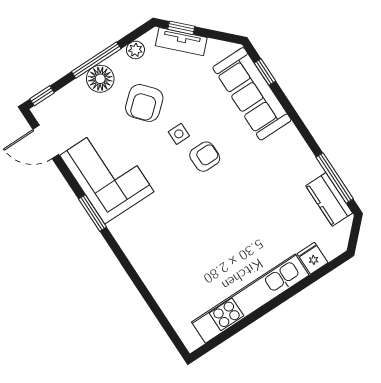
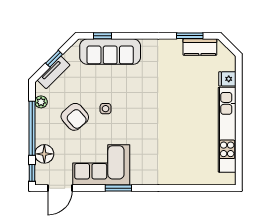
window: (181, 28) -> (54, 59), moved
window: (96, 60) -> (32, 128), width x1.46
floor lamp: (100, 79) -> (44, 154), moved
armchair: (205, 157) -> (128, 102), removed
window: (335, 178) -> (190, 36), width x0.69

